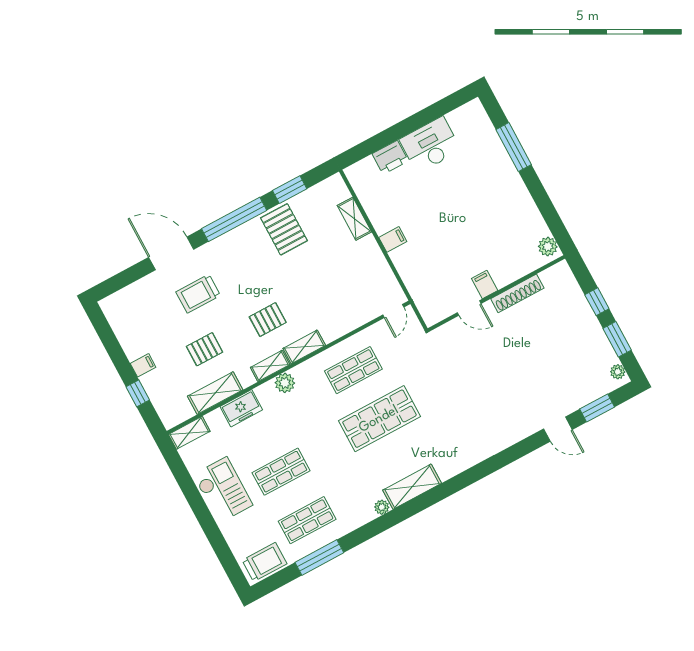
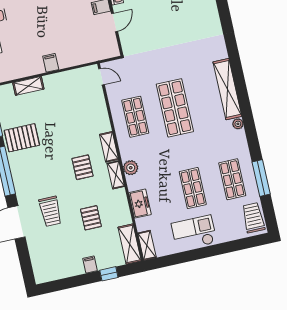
shelving: (215, 393) -> (130, 244), moved
shelving: (412, 487) -> (227, 89), width x1.47

